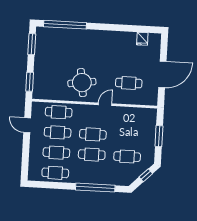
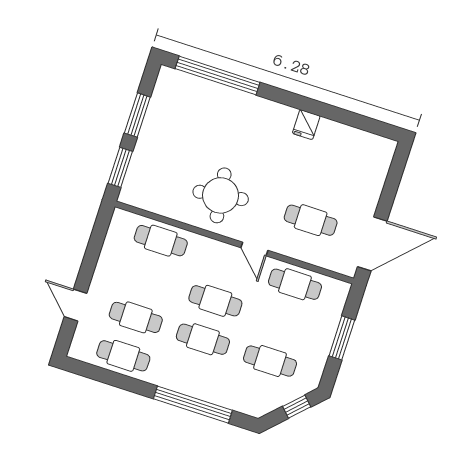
fridge: (142, 39) -> (306, 125), moved
window: (32, 44) -> (137, 115), moved
door: (162, 74) -> (372, 244), moved
door: (105, 104) -> (254, 249), swing flipped
door: (27, 125) -> (76, 305), moved
cafe table: (58, 132) -> (295, 284), moved

